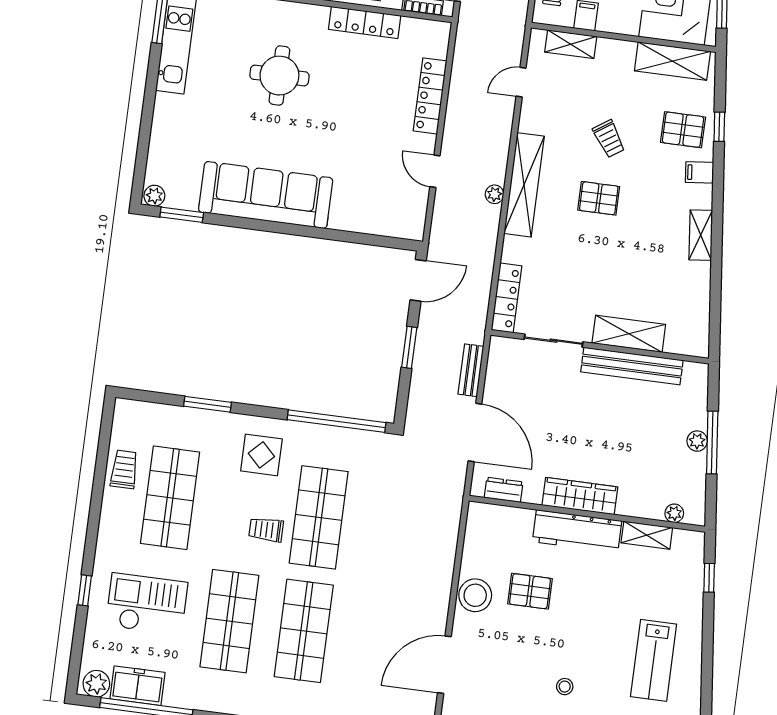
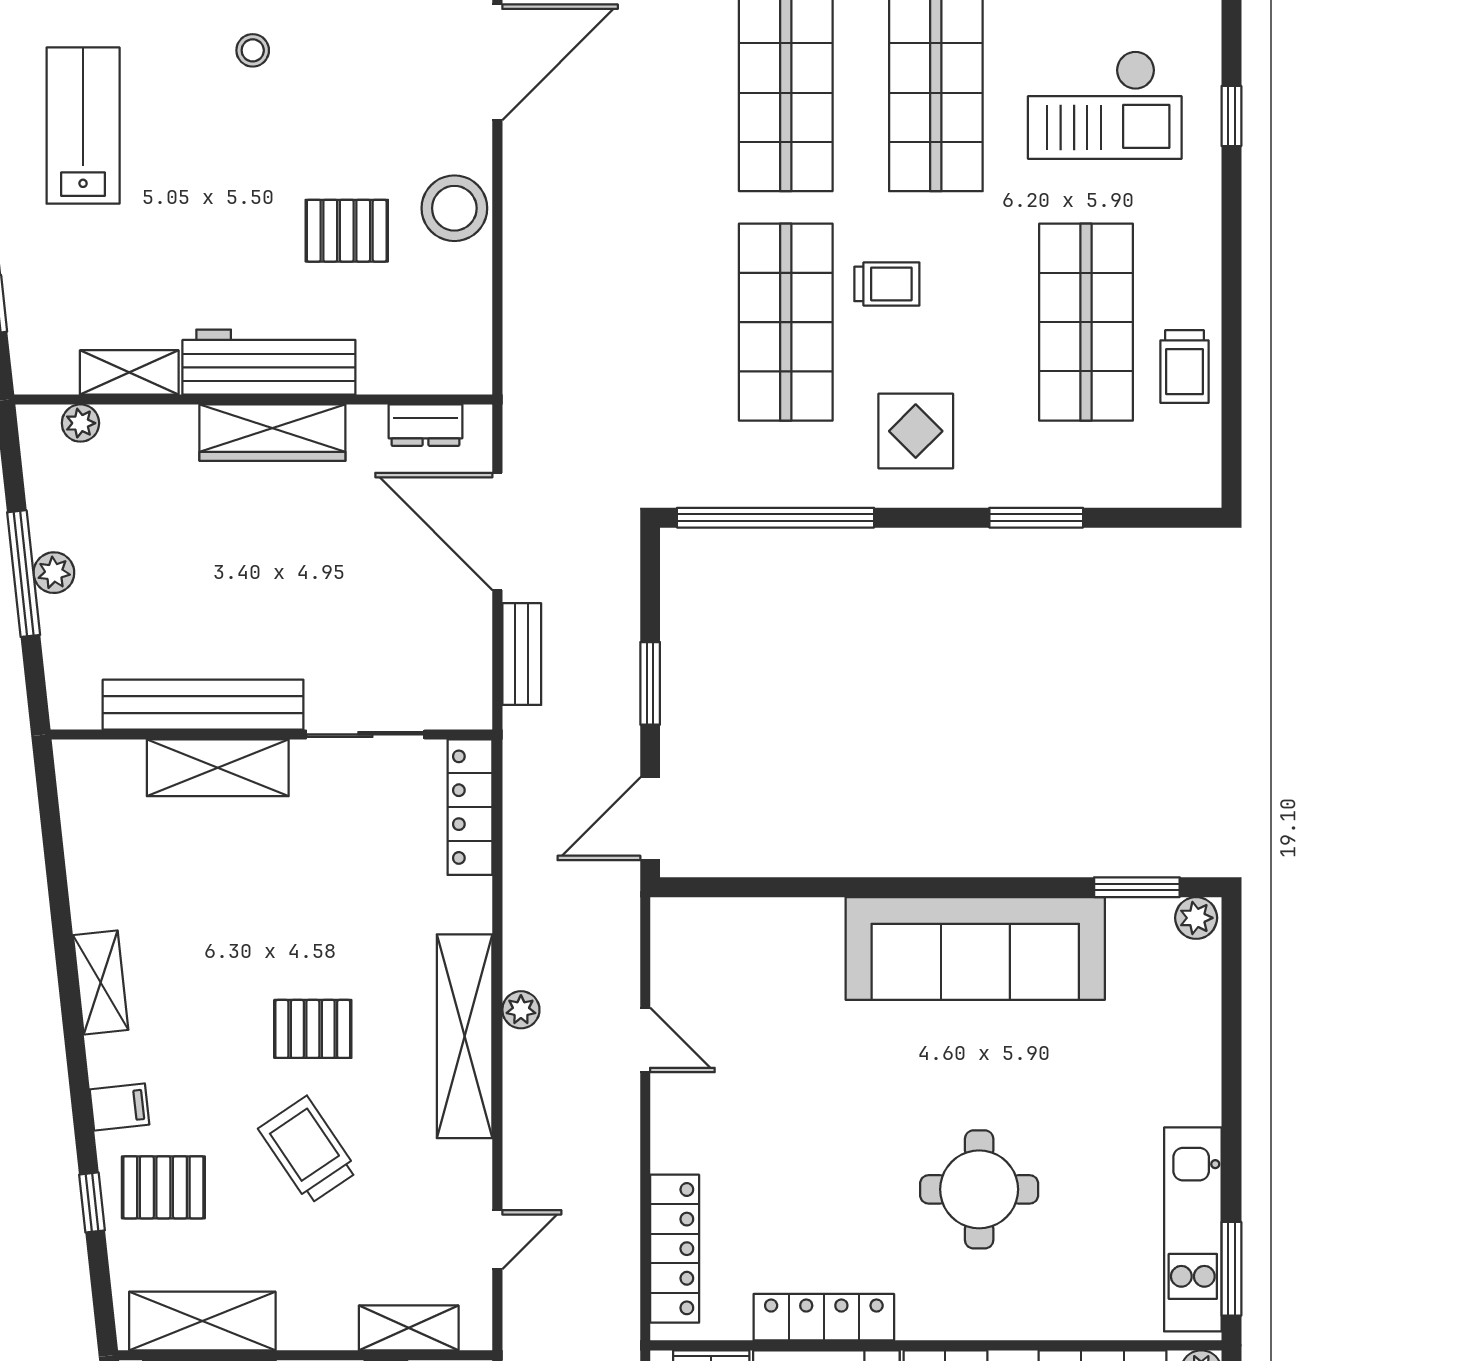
locker: (430, 96) -> (675, 1249), moved
trolley: (609, 139) -> (308, 1150), width x1.36, depth x1.39

